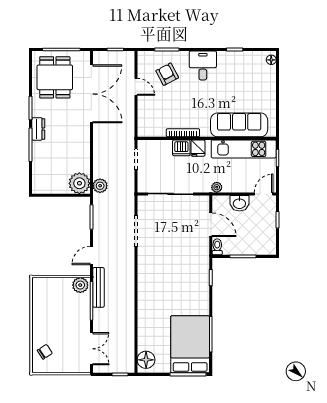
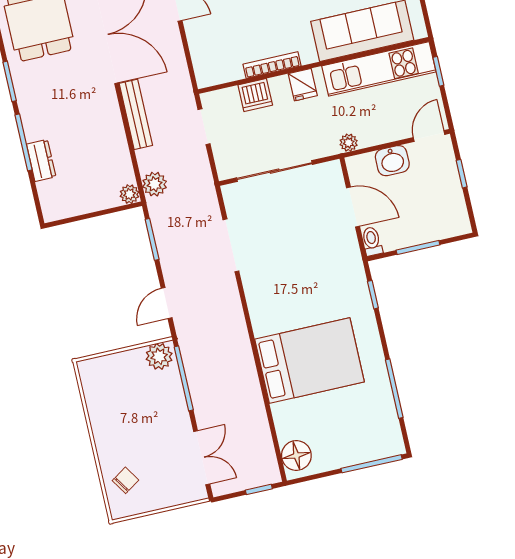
dresser: (38, 129) -> (41, 161), moved
dishwasher: (181, 148) -> (255, 95), moved
plant: (79, 183) -> (130, 194), width x0.53, depth x0.53
bench: (98, 287) -> (136, 114), moved
bed: (190, 344) -> (310, 361), moved, turned 90

